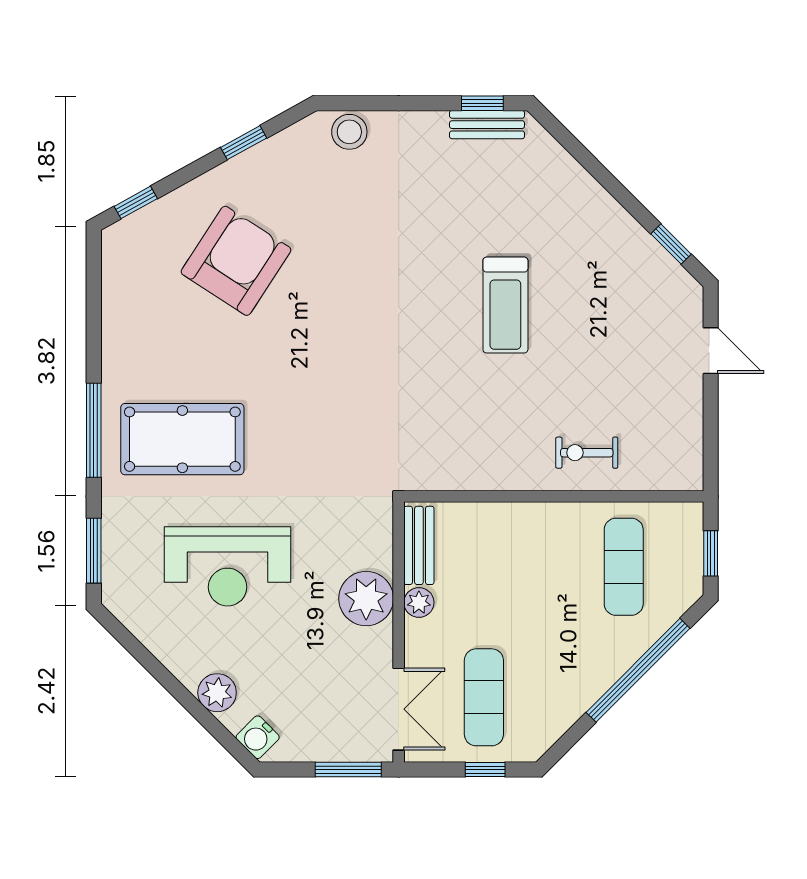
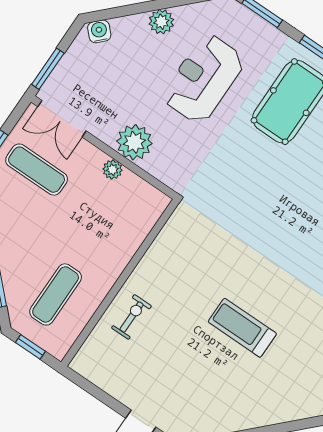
bench: (419, 545) -> (144, 191), removed
exercise mat: (624, 567) -> (56, 294), turned 90
plant: (217, 693) -> (161, 22), moved

